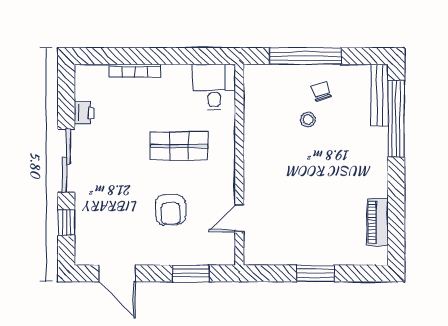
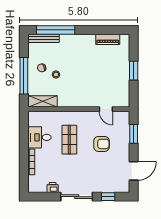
desk: (214, 87) -> (39, 137), moved
shelving: (255, 93) -> (43, 101), added

